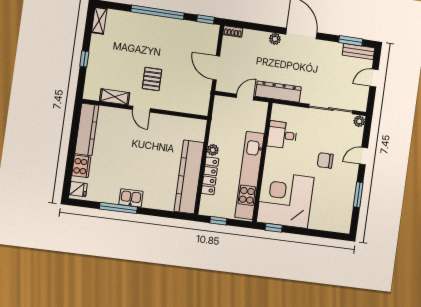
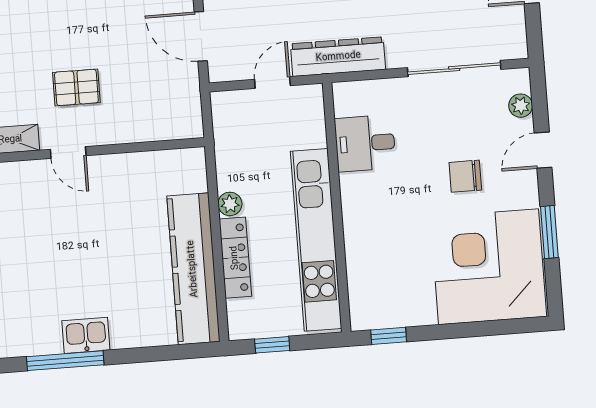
pallet: (152, 79) -> (76, 87), turned 90
plant: (359, 121) -> (521, 106), moved
corner desk: (285, 200) -> (489, 267), moved

